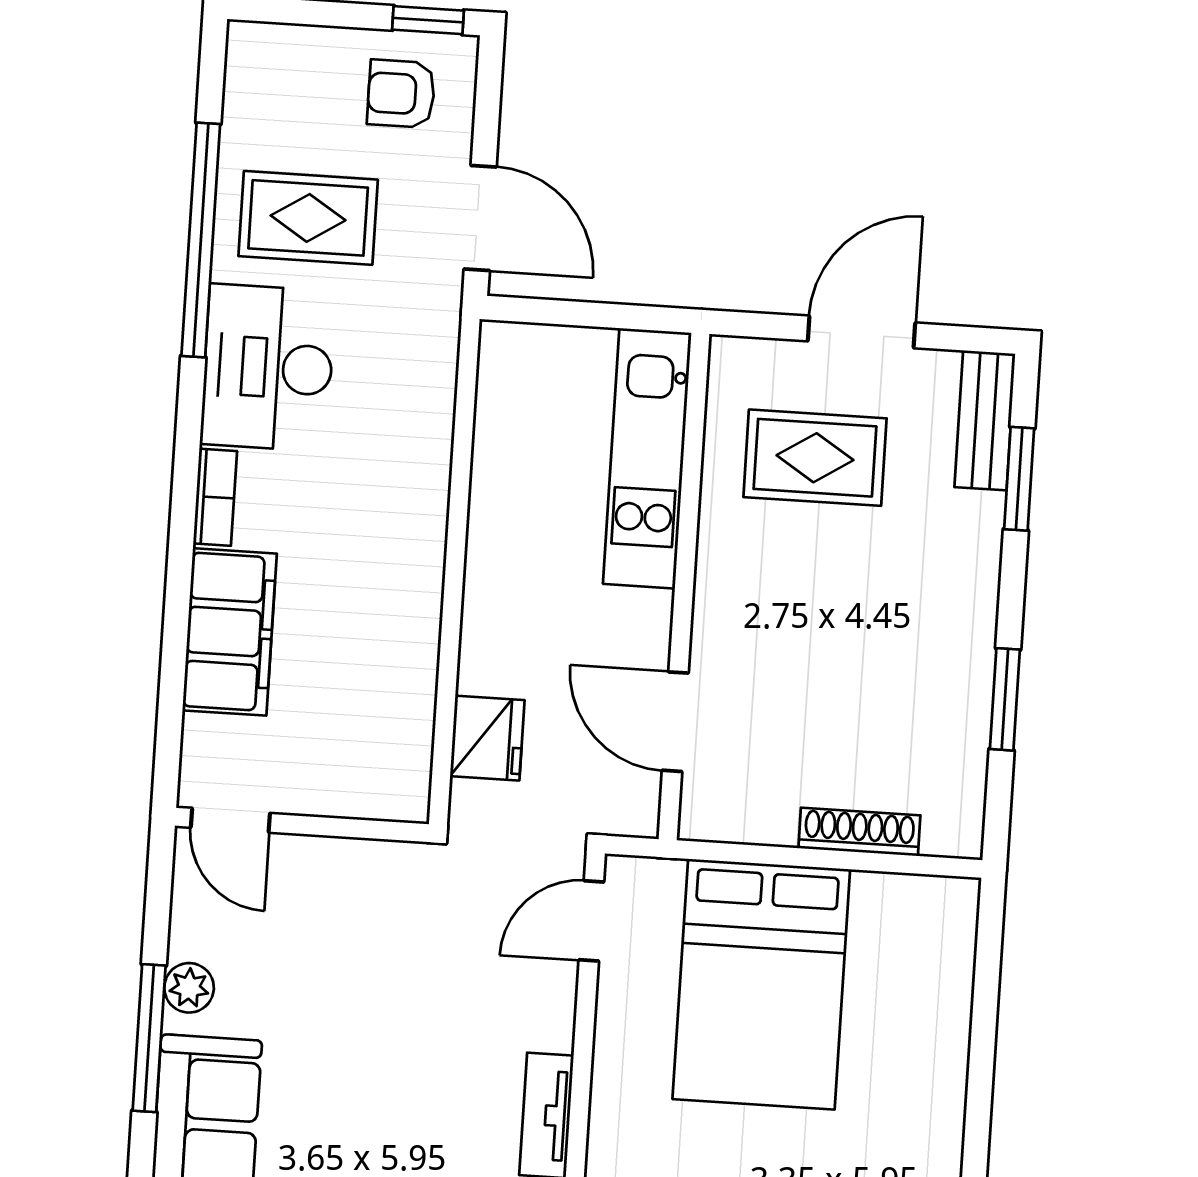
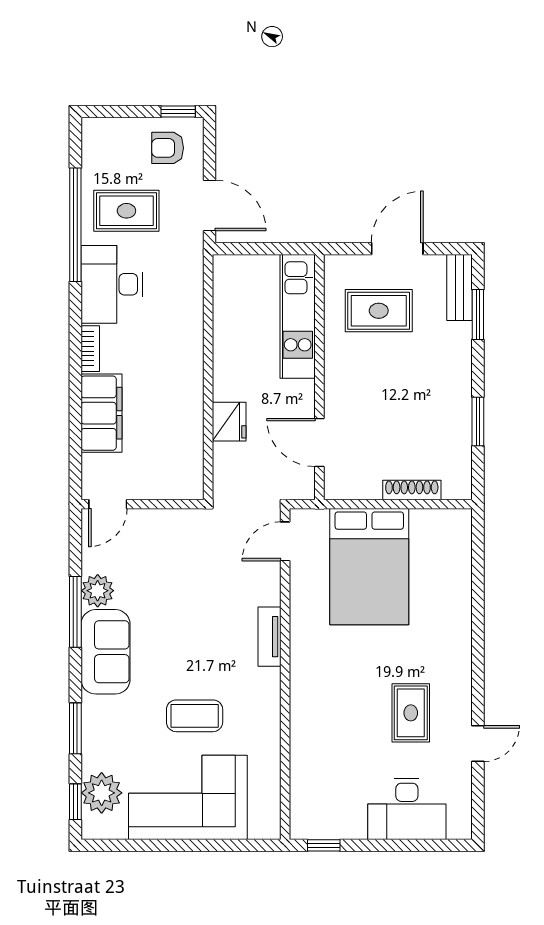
fridge: (487, 738) -> (229, 422), moved
door: (230, 820) -> (108, 504), hinge flipped
plant: (189, 988) -> (98, 591), width x1.38, depth x1.38

